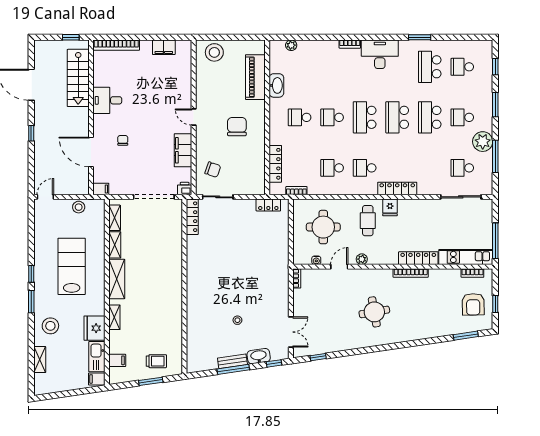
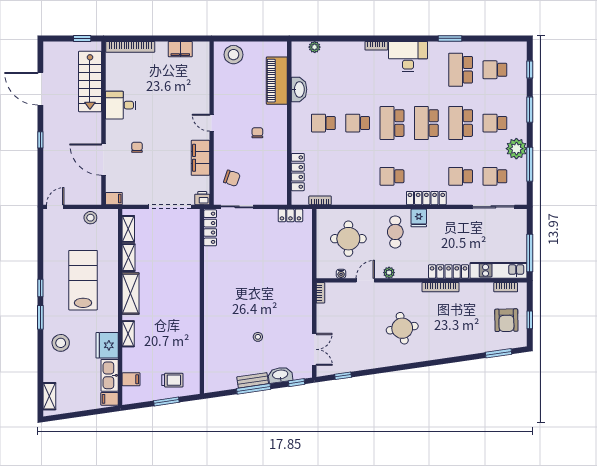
chair: (237, 127) -> (257, 133), width x0.54, depth x0.54
school desk: (332, 168) -> (461, 176), moved
shelving: (40, 360) -> (49, 396), moved

